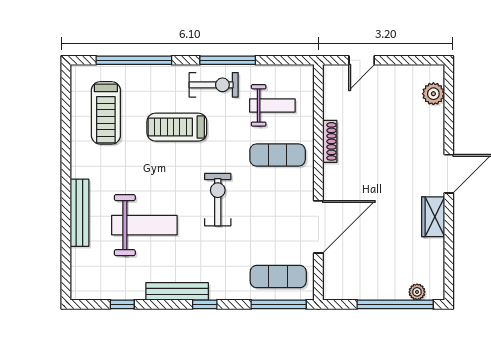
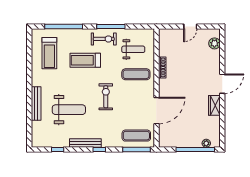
door: (362, 60) -> (190, 27), moved

